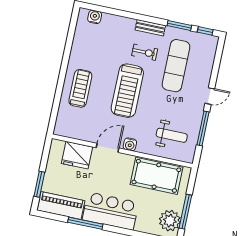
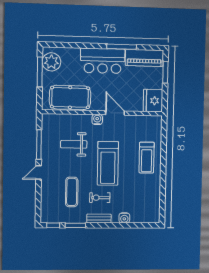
water cooler: (95, 17) -> (124, 218), moved
exercise mat: (176, 66) -> (72, 192), width x0.73, depth x0.69
treadmill: (127, 91) -> (108, 163), turned 180
weight bench: (172, 135) -> (74, 144), moved
door: (108, 148) -> (115, 113), swing flipped
fridge: (77, 155) -> (153, 101), moved, turned -90

